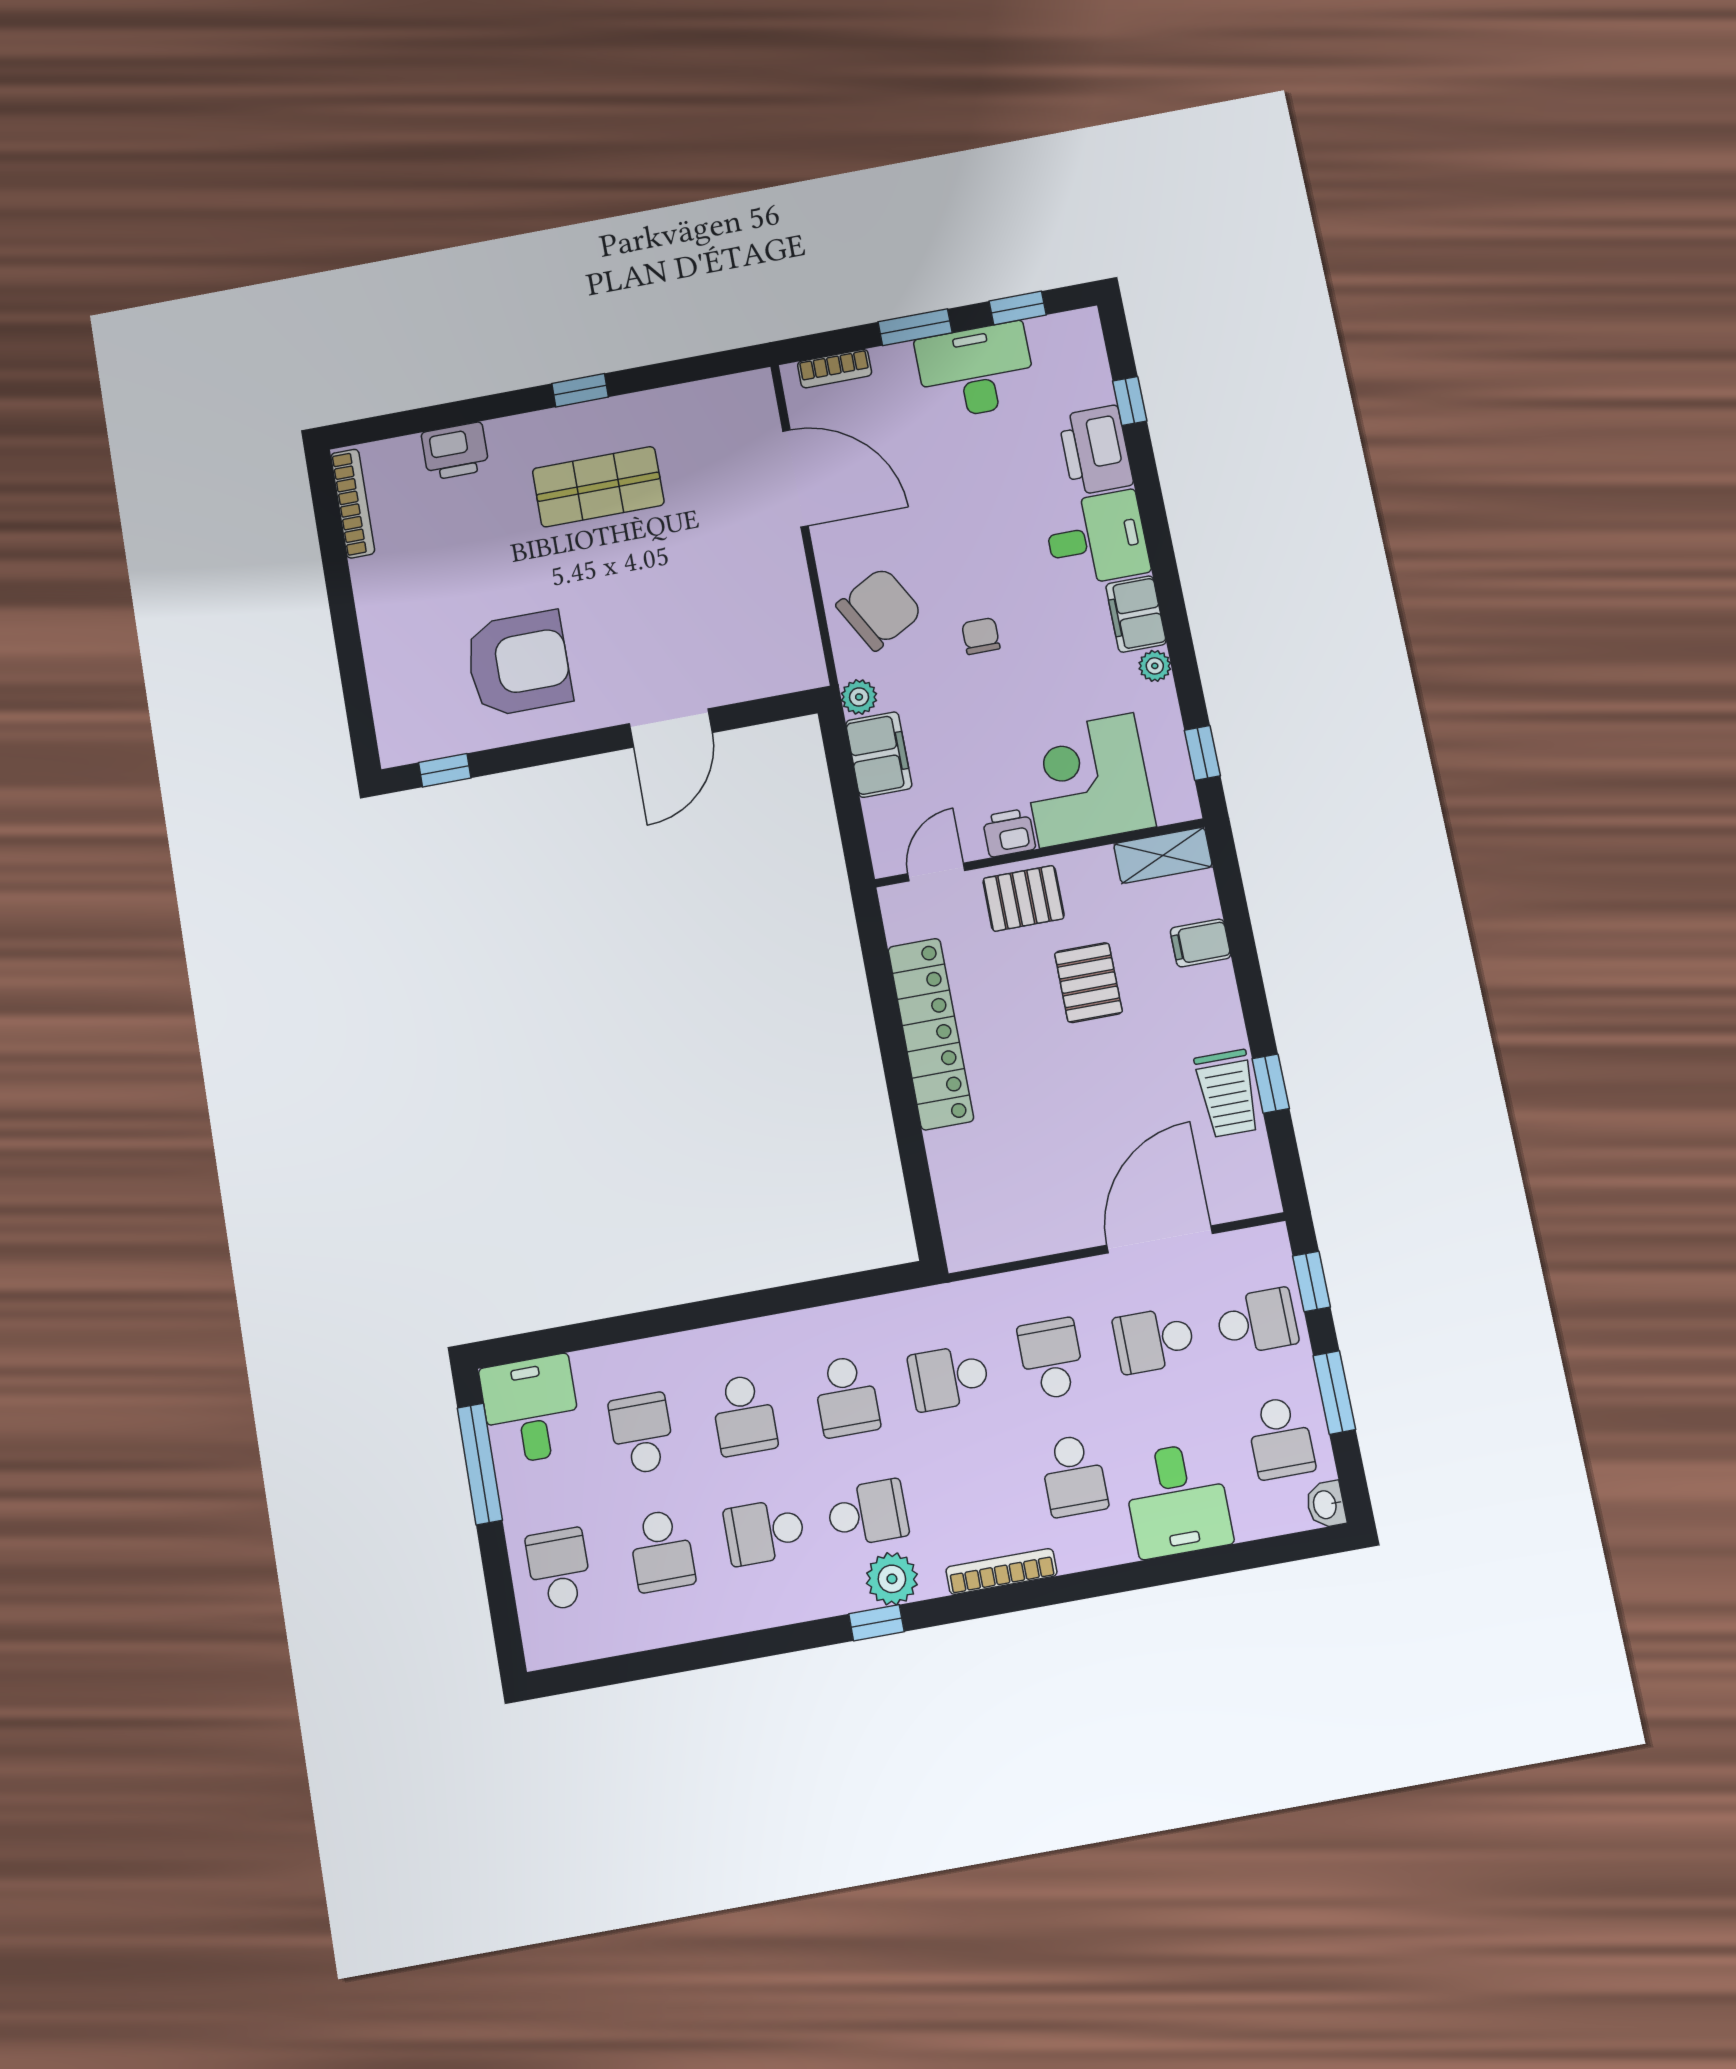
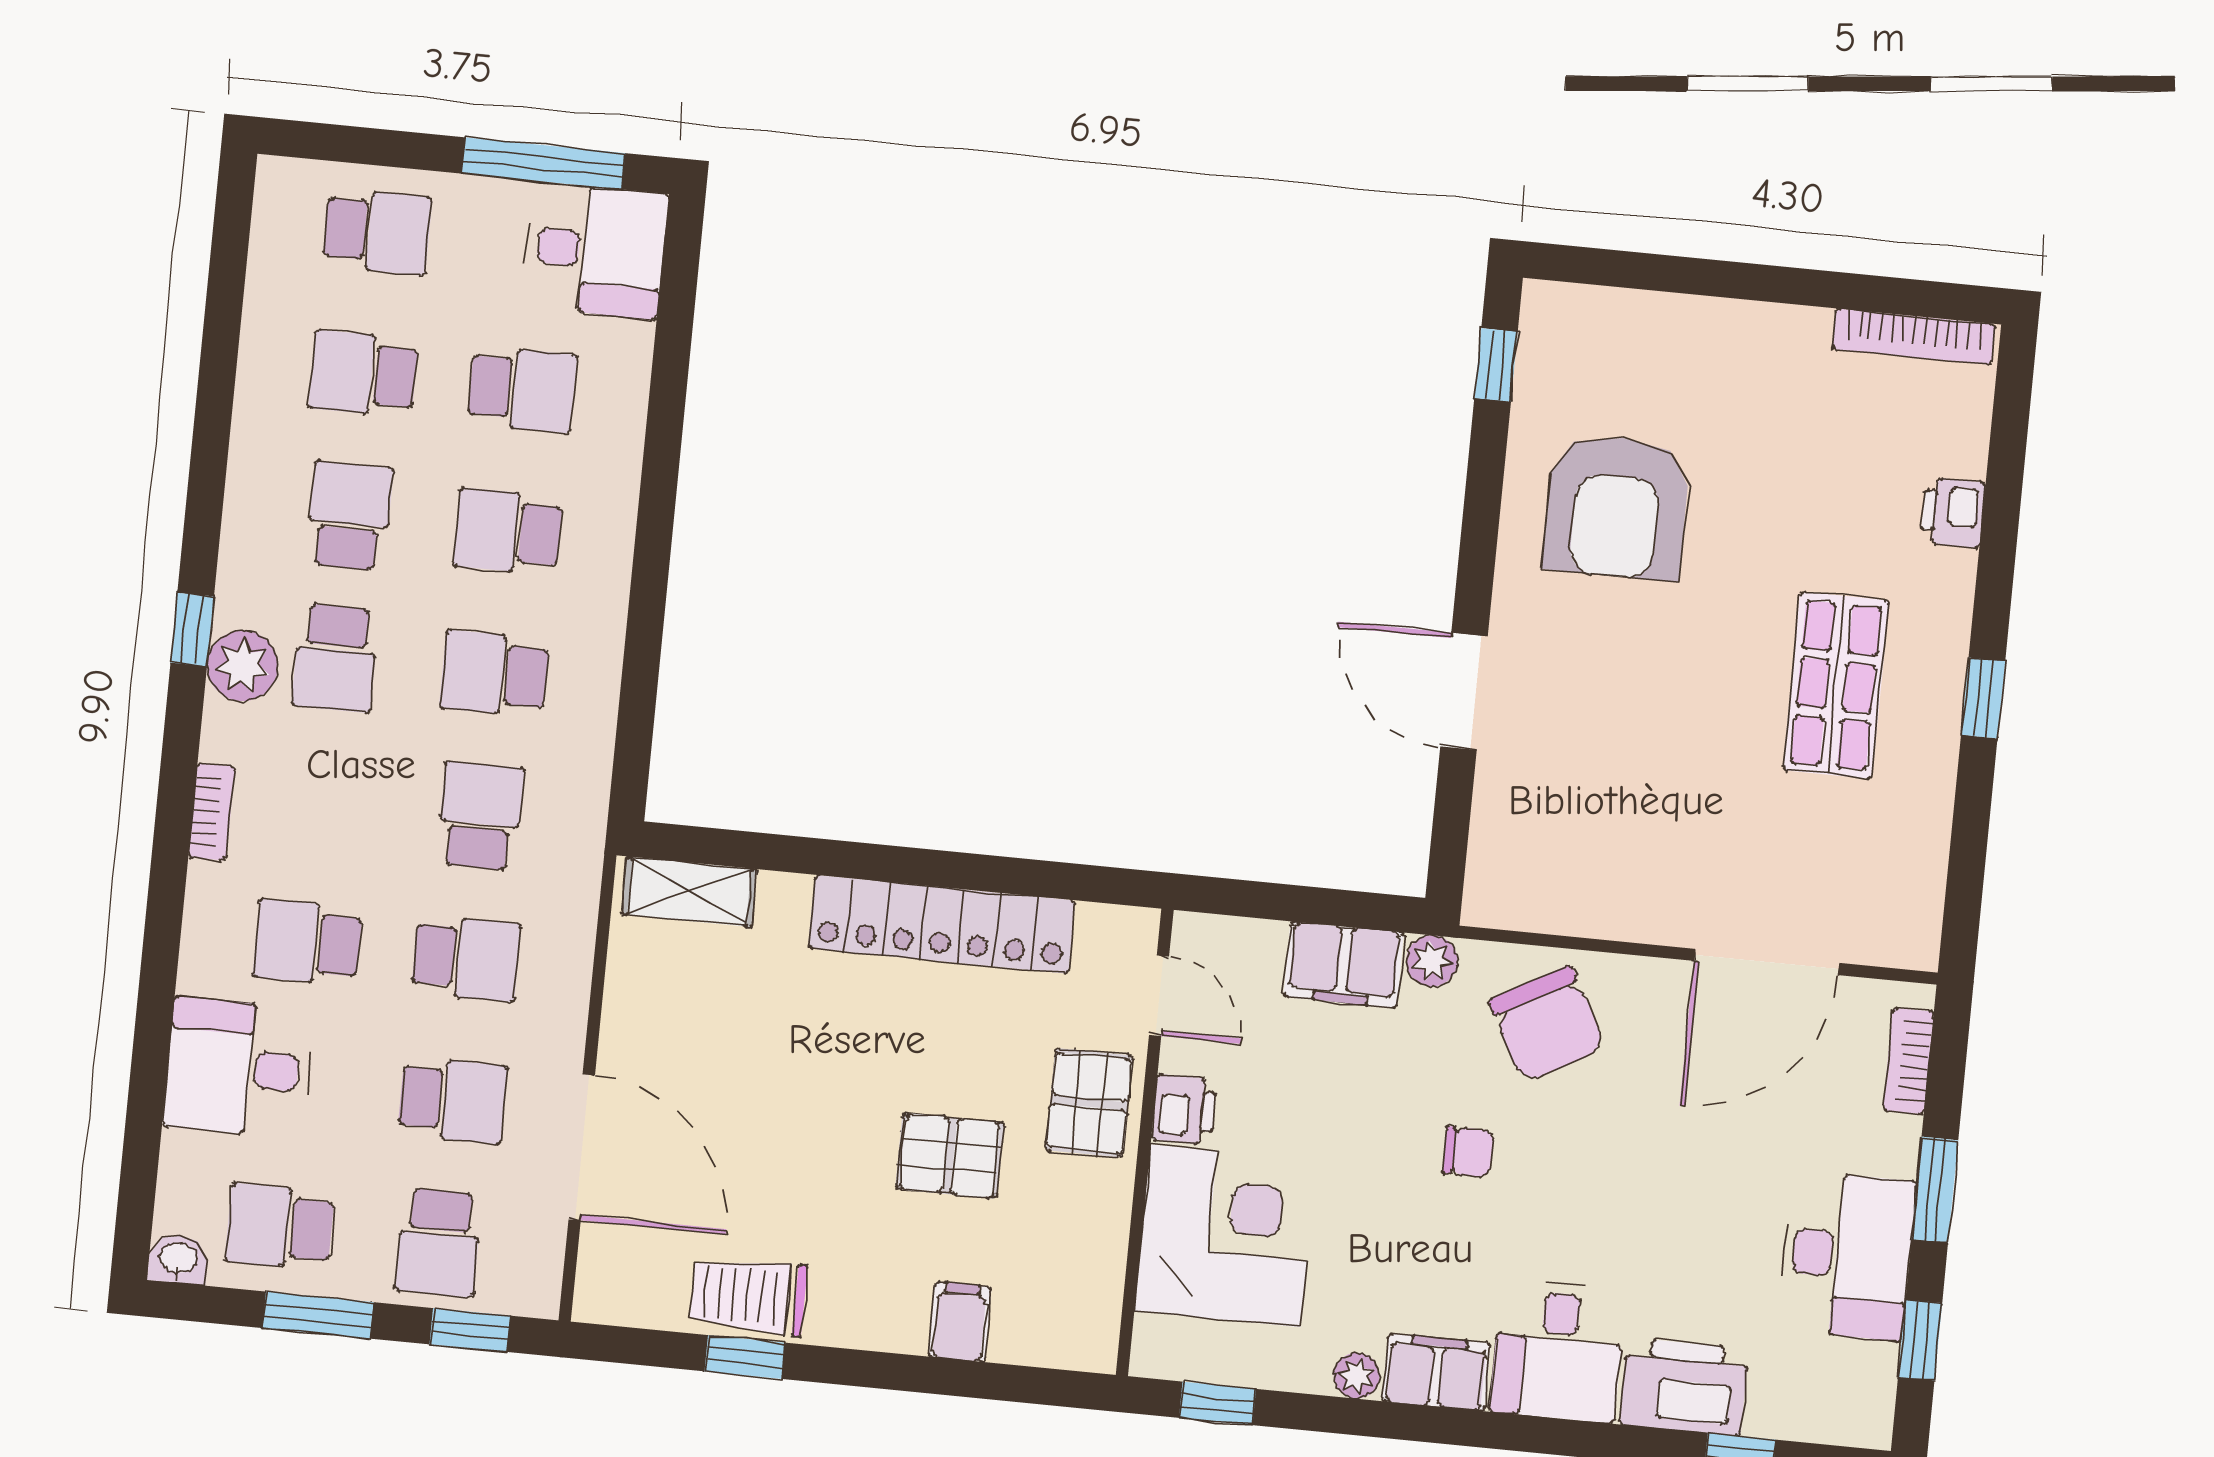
printer: (455, 451) -> (1953, 513), width x0.73, depth x0.81
shelving: (1163, 855) -> (689, 892), moved, turned 90
school desk: (1154, 1340) -> (452, 1100), turned 90
bookcase: (1001, 1571) -> (212, 812), width x0.64

